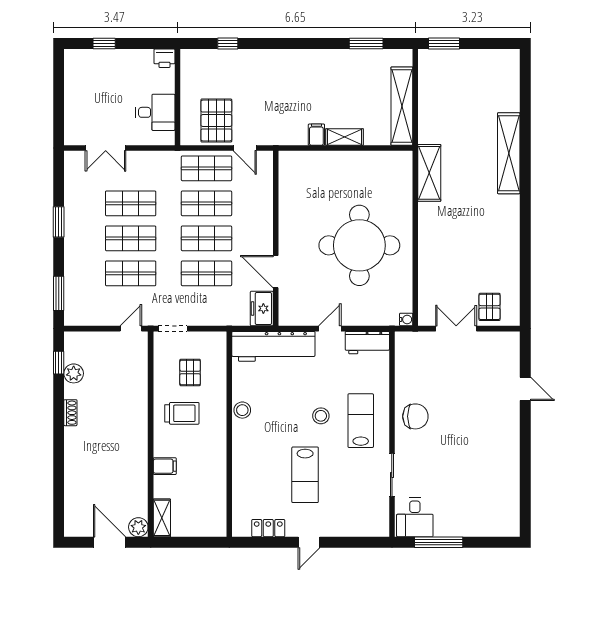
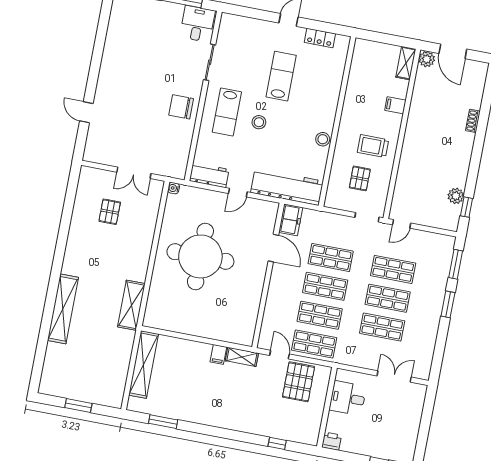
window: (444, 43) -> (78, 406), moved
shelving: (345, 137) -> (242, 357), moved
window: (59, 222) -> (448, 304), moved
pallet: (490, 307) -> (110, 212), moved
shoe rack: (70, 413) -> (473, 121), moved

